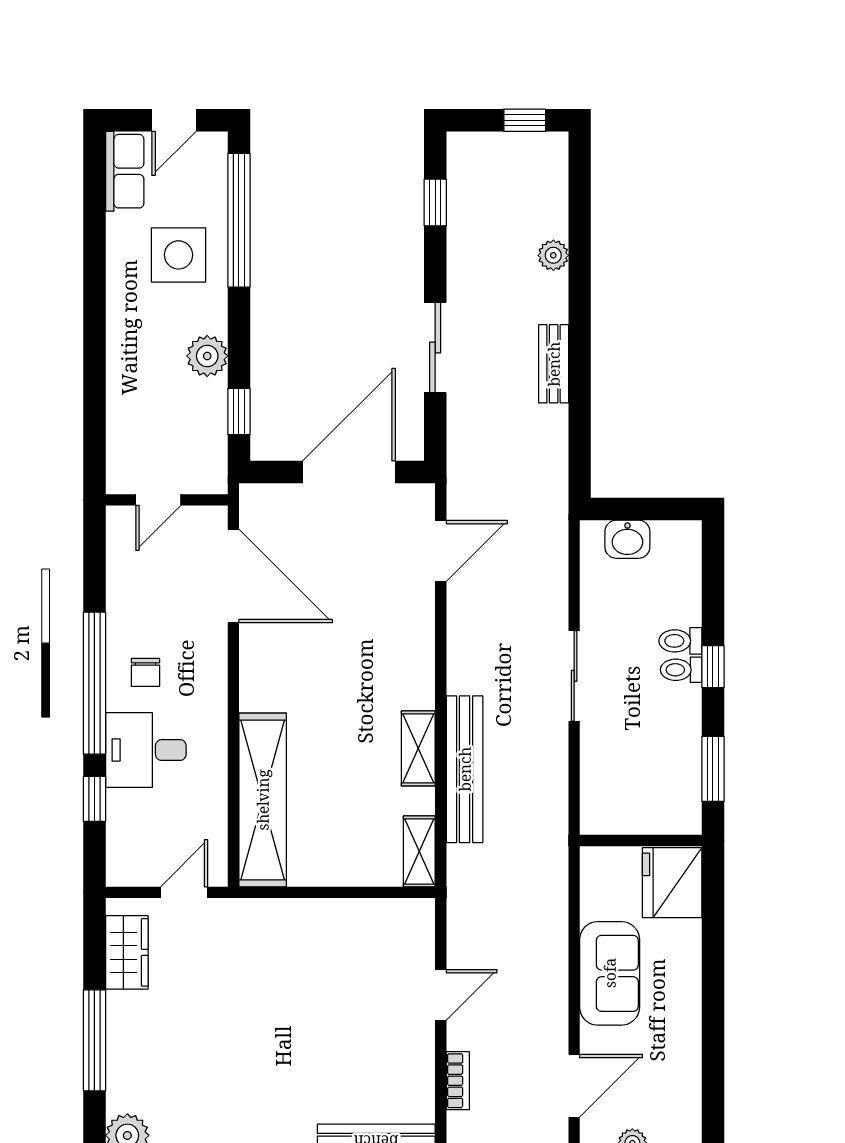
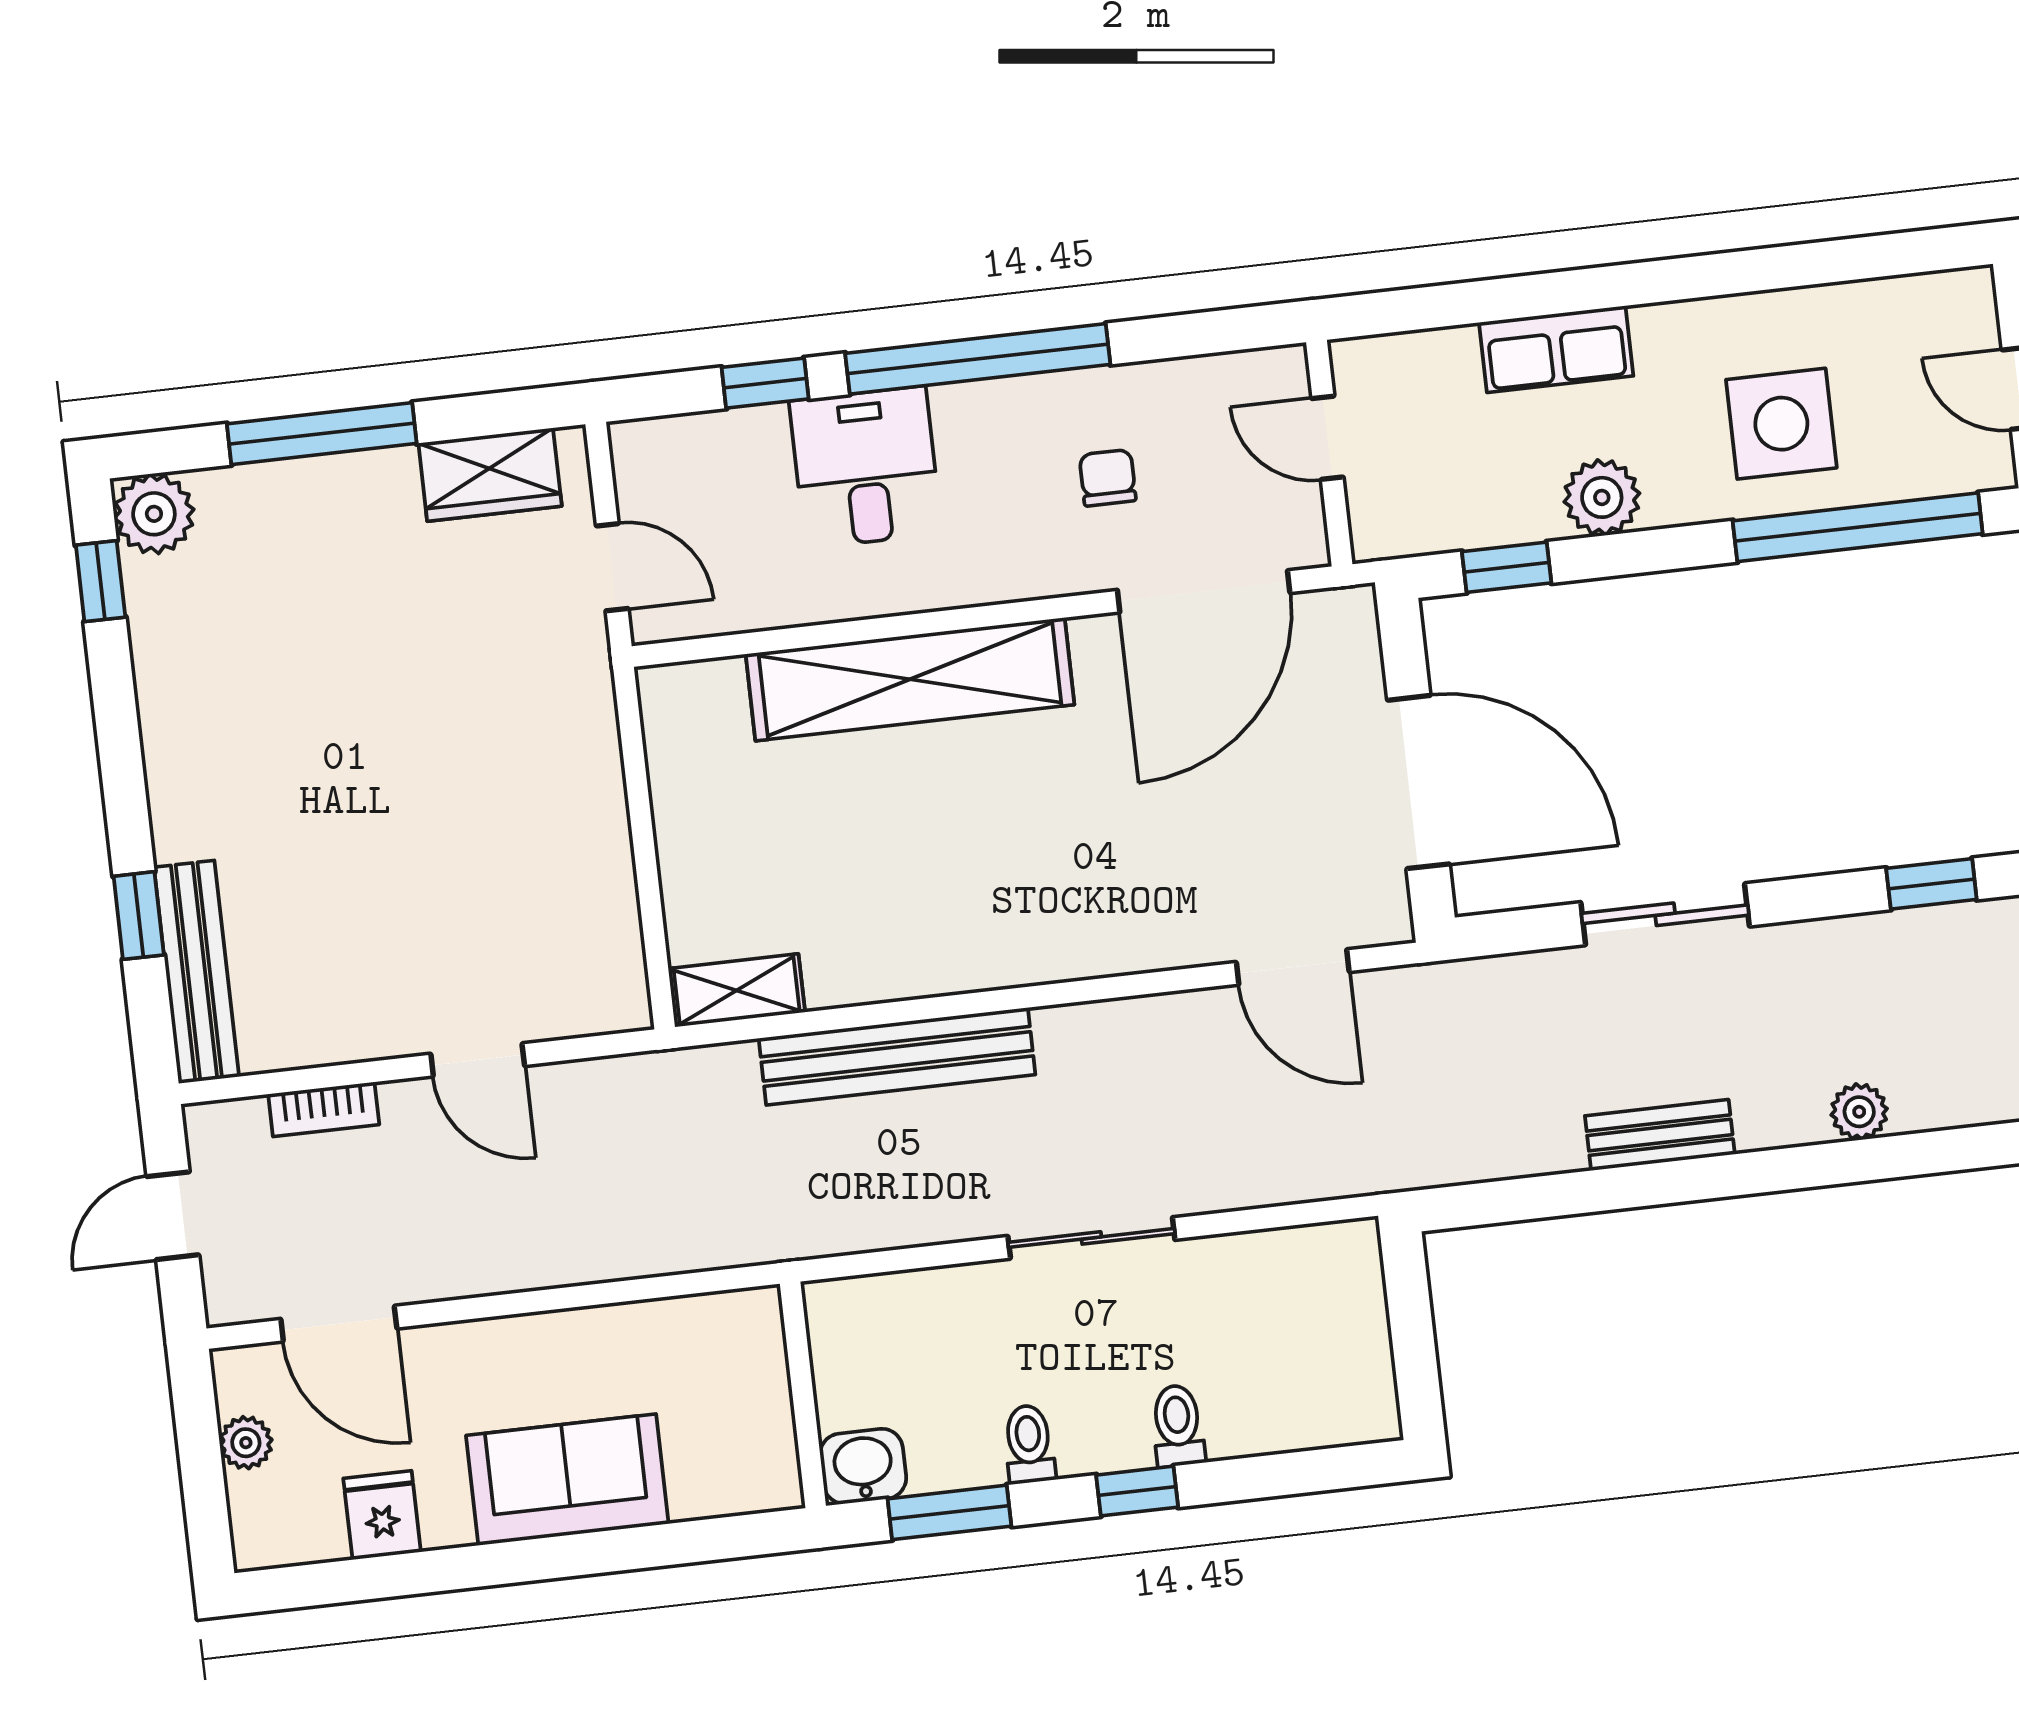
row of seats: (125, 171) -> (1556, 349), moved
washbasin: (627, 539) -> (863, 1466), moved, turned 90
toilet: (681, 670) -> (1029, 1444), moved
chair: (146, 672) -> (1108, 478), moved, turned 90
shelving: (418, 748) -> (926, 967), removed
shelving: (263, 800) -> (910, 679), moved
fridge: (672, 883) -> (382, 1515), moved, width x0.53, depth x0.75
sofa: (610, 973) -> (567, 1480), moved, turned 180

